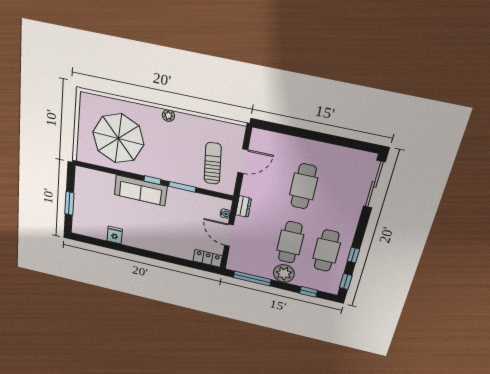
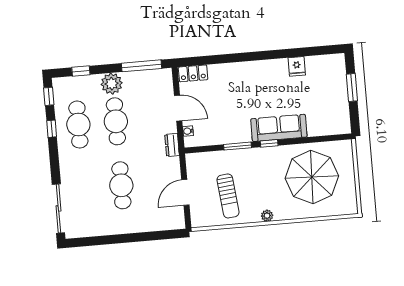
sun lounger: (213, 163) -> (228, 196), moved

